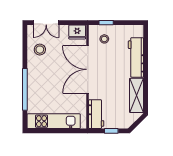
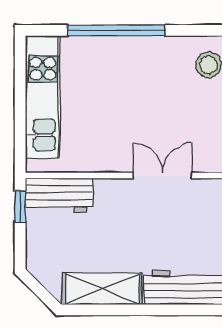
double door: (88, 69) -> (162, 175), width x0.54
window: (111, 131) -> (20, 206), moved

